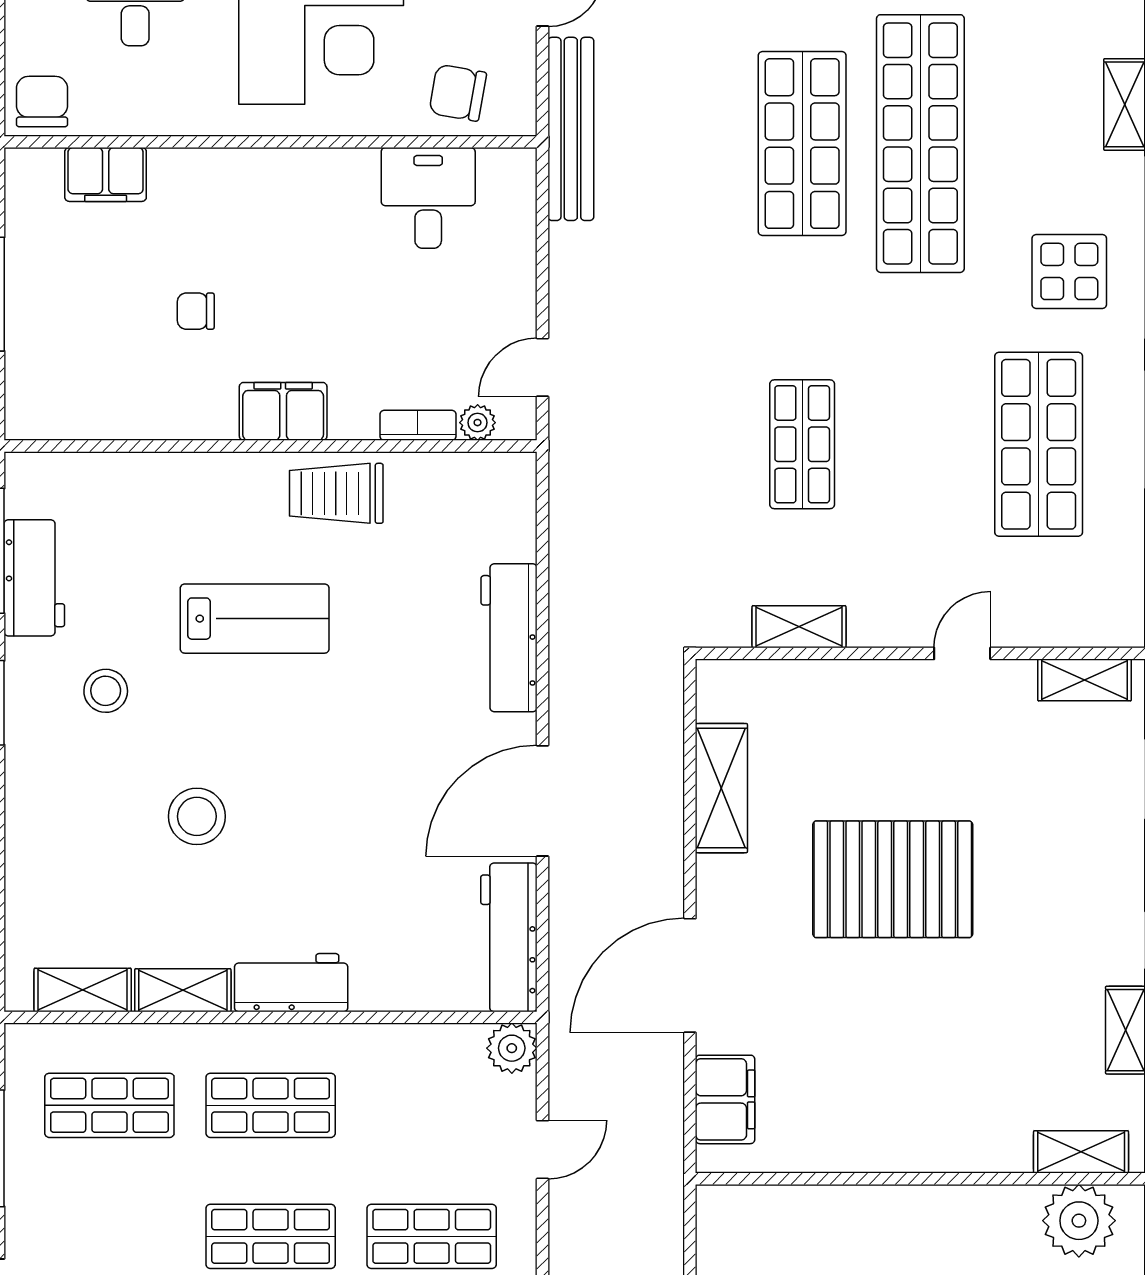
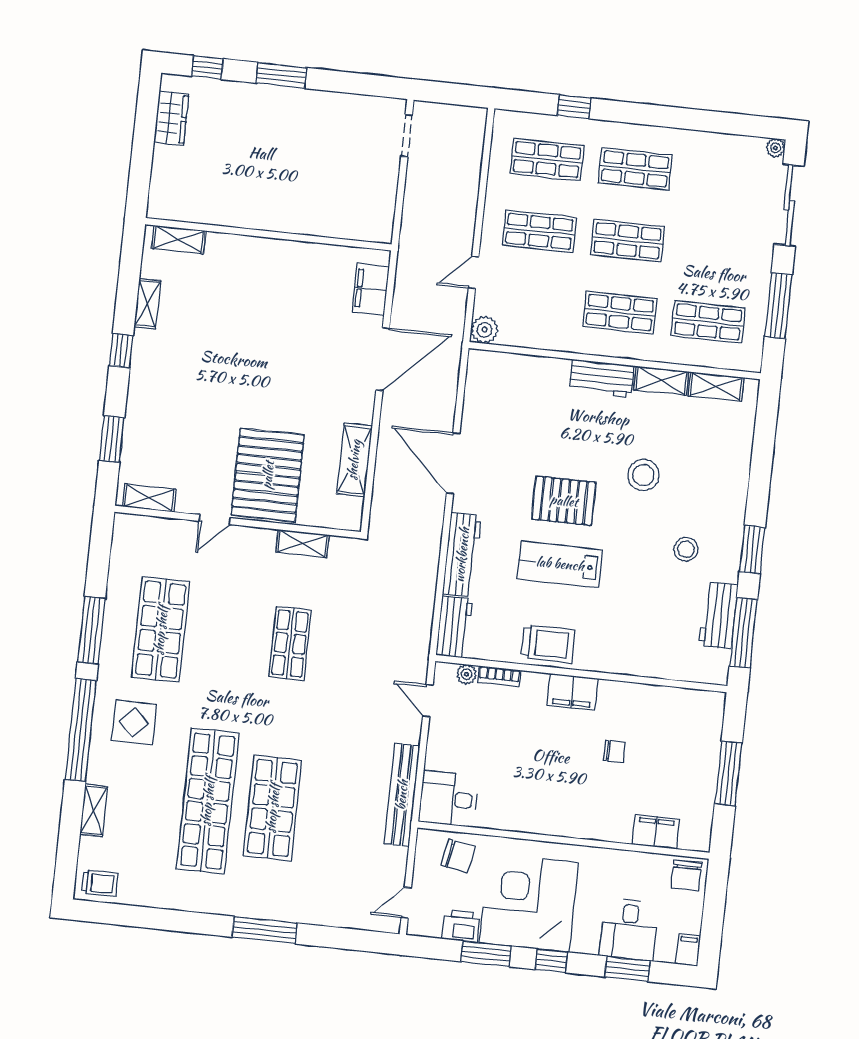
bench: (571, 129) -> (402, 795), moved
desk: (428, 198) -> (448, 799), moved, turned 90
door: (542, 367) -> (428, 701), swing flipped
lab bench: (255, 619) -> (560, 564), moved
pallet: (336, 755) -> (564, 501), added
door: (542, 801) -> (453, 463), swing flipped
pallet: (893, 879) -> (268, 475), moved, turned 90
workbench: (509, 937) -> (454, 627), moved, width x0.73
plant: (1079, 1221) -> (184, 202), removed

